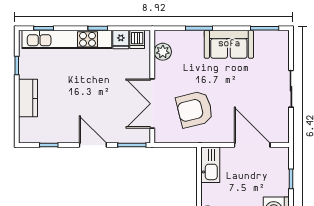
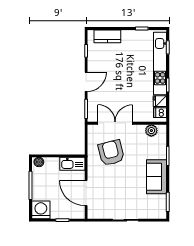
kitchen counter: (28, 98) -> (107, 36), moved
door: (252, 145) -> (86, 193), swing flipped

